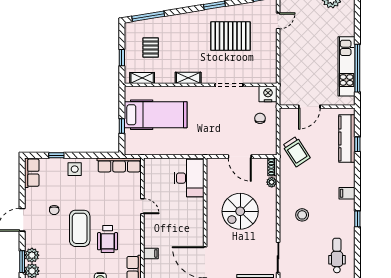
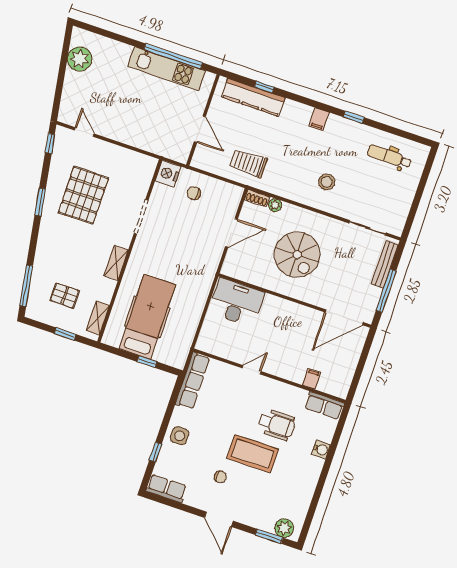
trolley: (296, 152) -> (248, 163), turned -147
plant: (32, 255) -> (265, 522), removed

